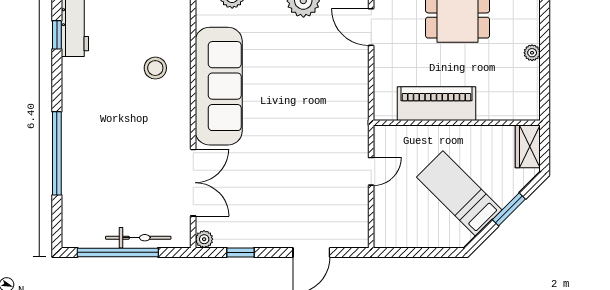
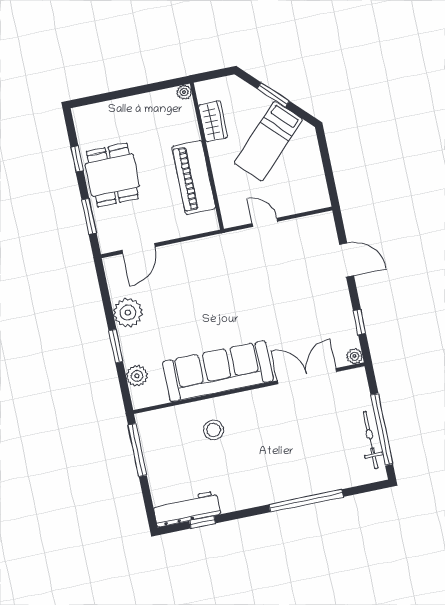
plant: (532, 53) -> (184, 92), moved
wardrobe: (528, 146) -> (213, 121), moved, turned -90
bicycle: (138, 238) -> (371, 440), moved

